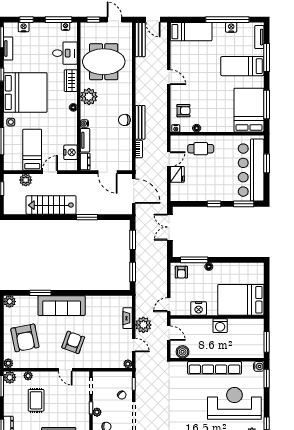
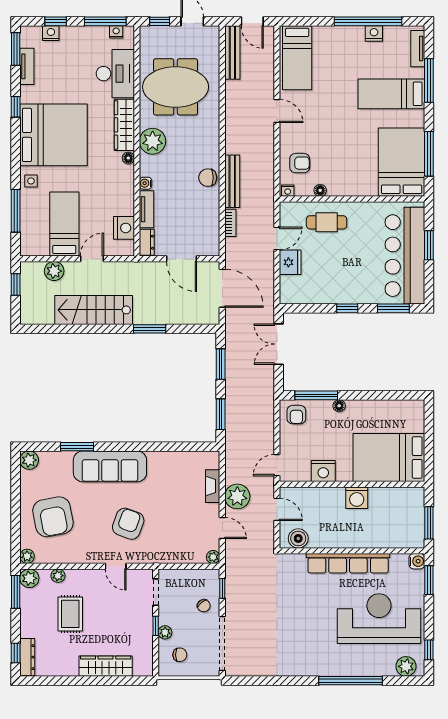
bed: (191, 32) -> (297, 58), moved, turned 90
desk: (65, 53) -> (115, 74), width x1.37
wardrobe: (71, 81) -> (124, 125), width x1.50

